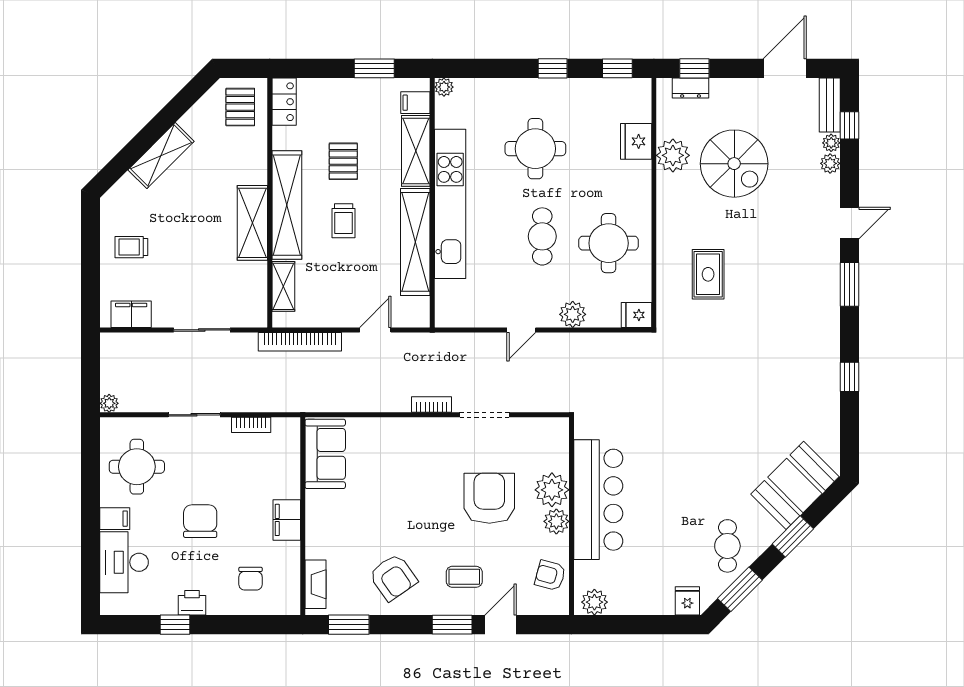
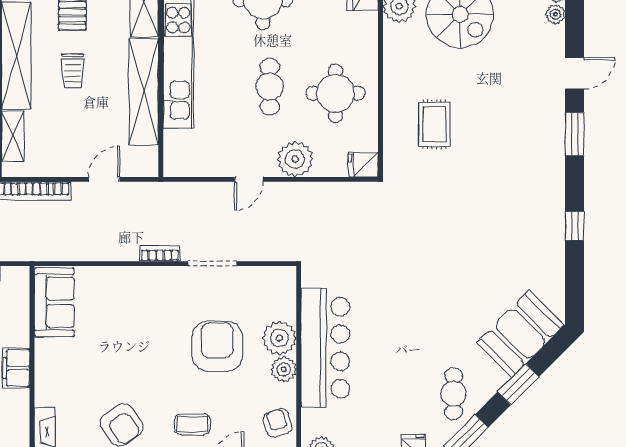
plant: (573, 314) -> (295, 159), width x1.36, depth x1.36
armchair: (550, 575) -> (278, 423), turned 58

